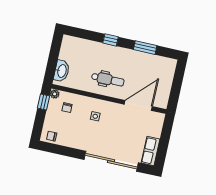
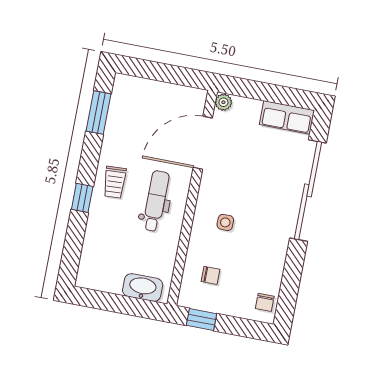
window: (145, 48) -> (99, 113), moved
trolley: (119, 58) -> (115, 182), added
plant: (55, 94) -> (223, 102), moved
door: (138, 105) -> (203, 143), hinge flipped

